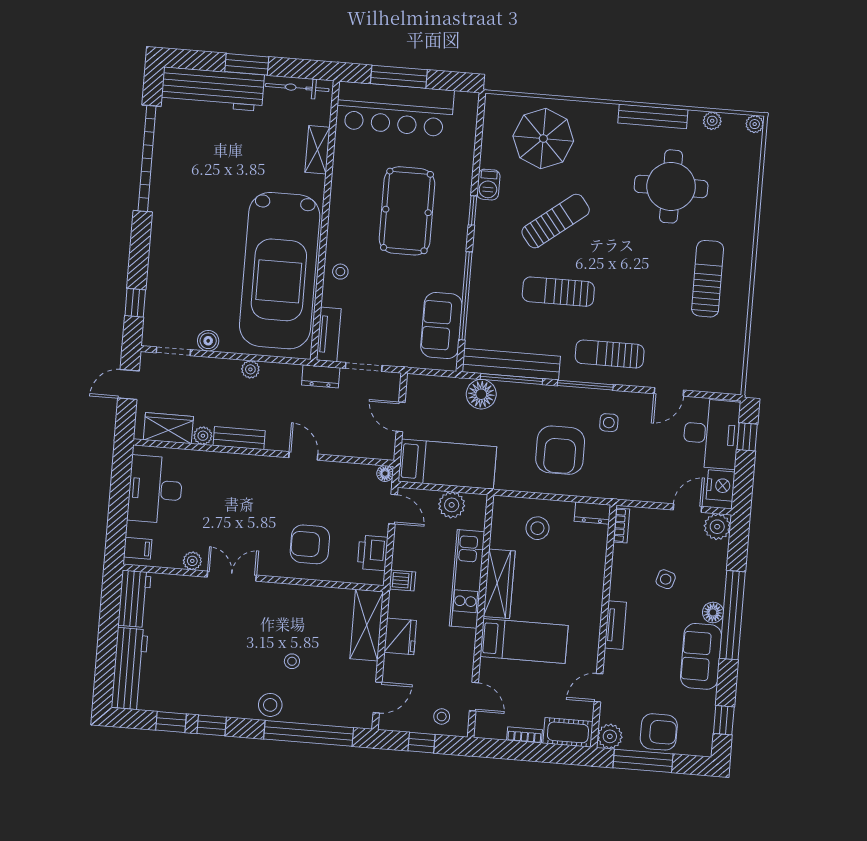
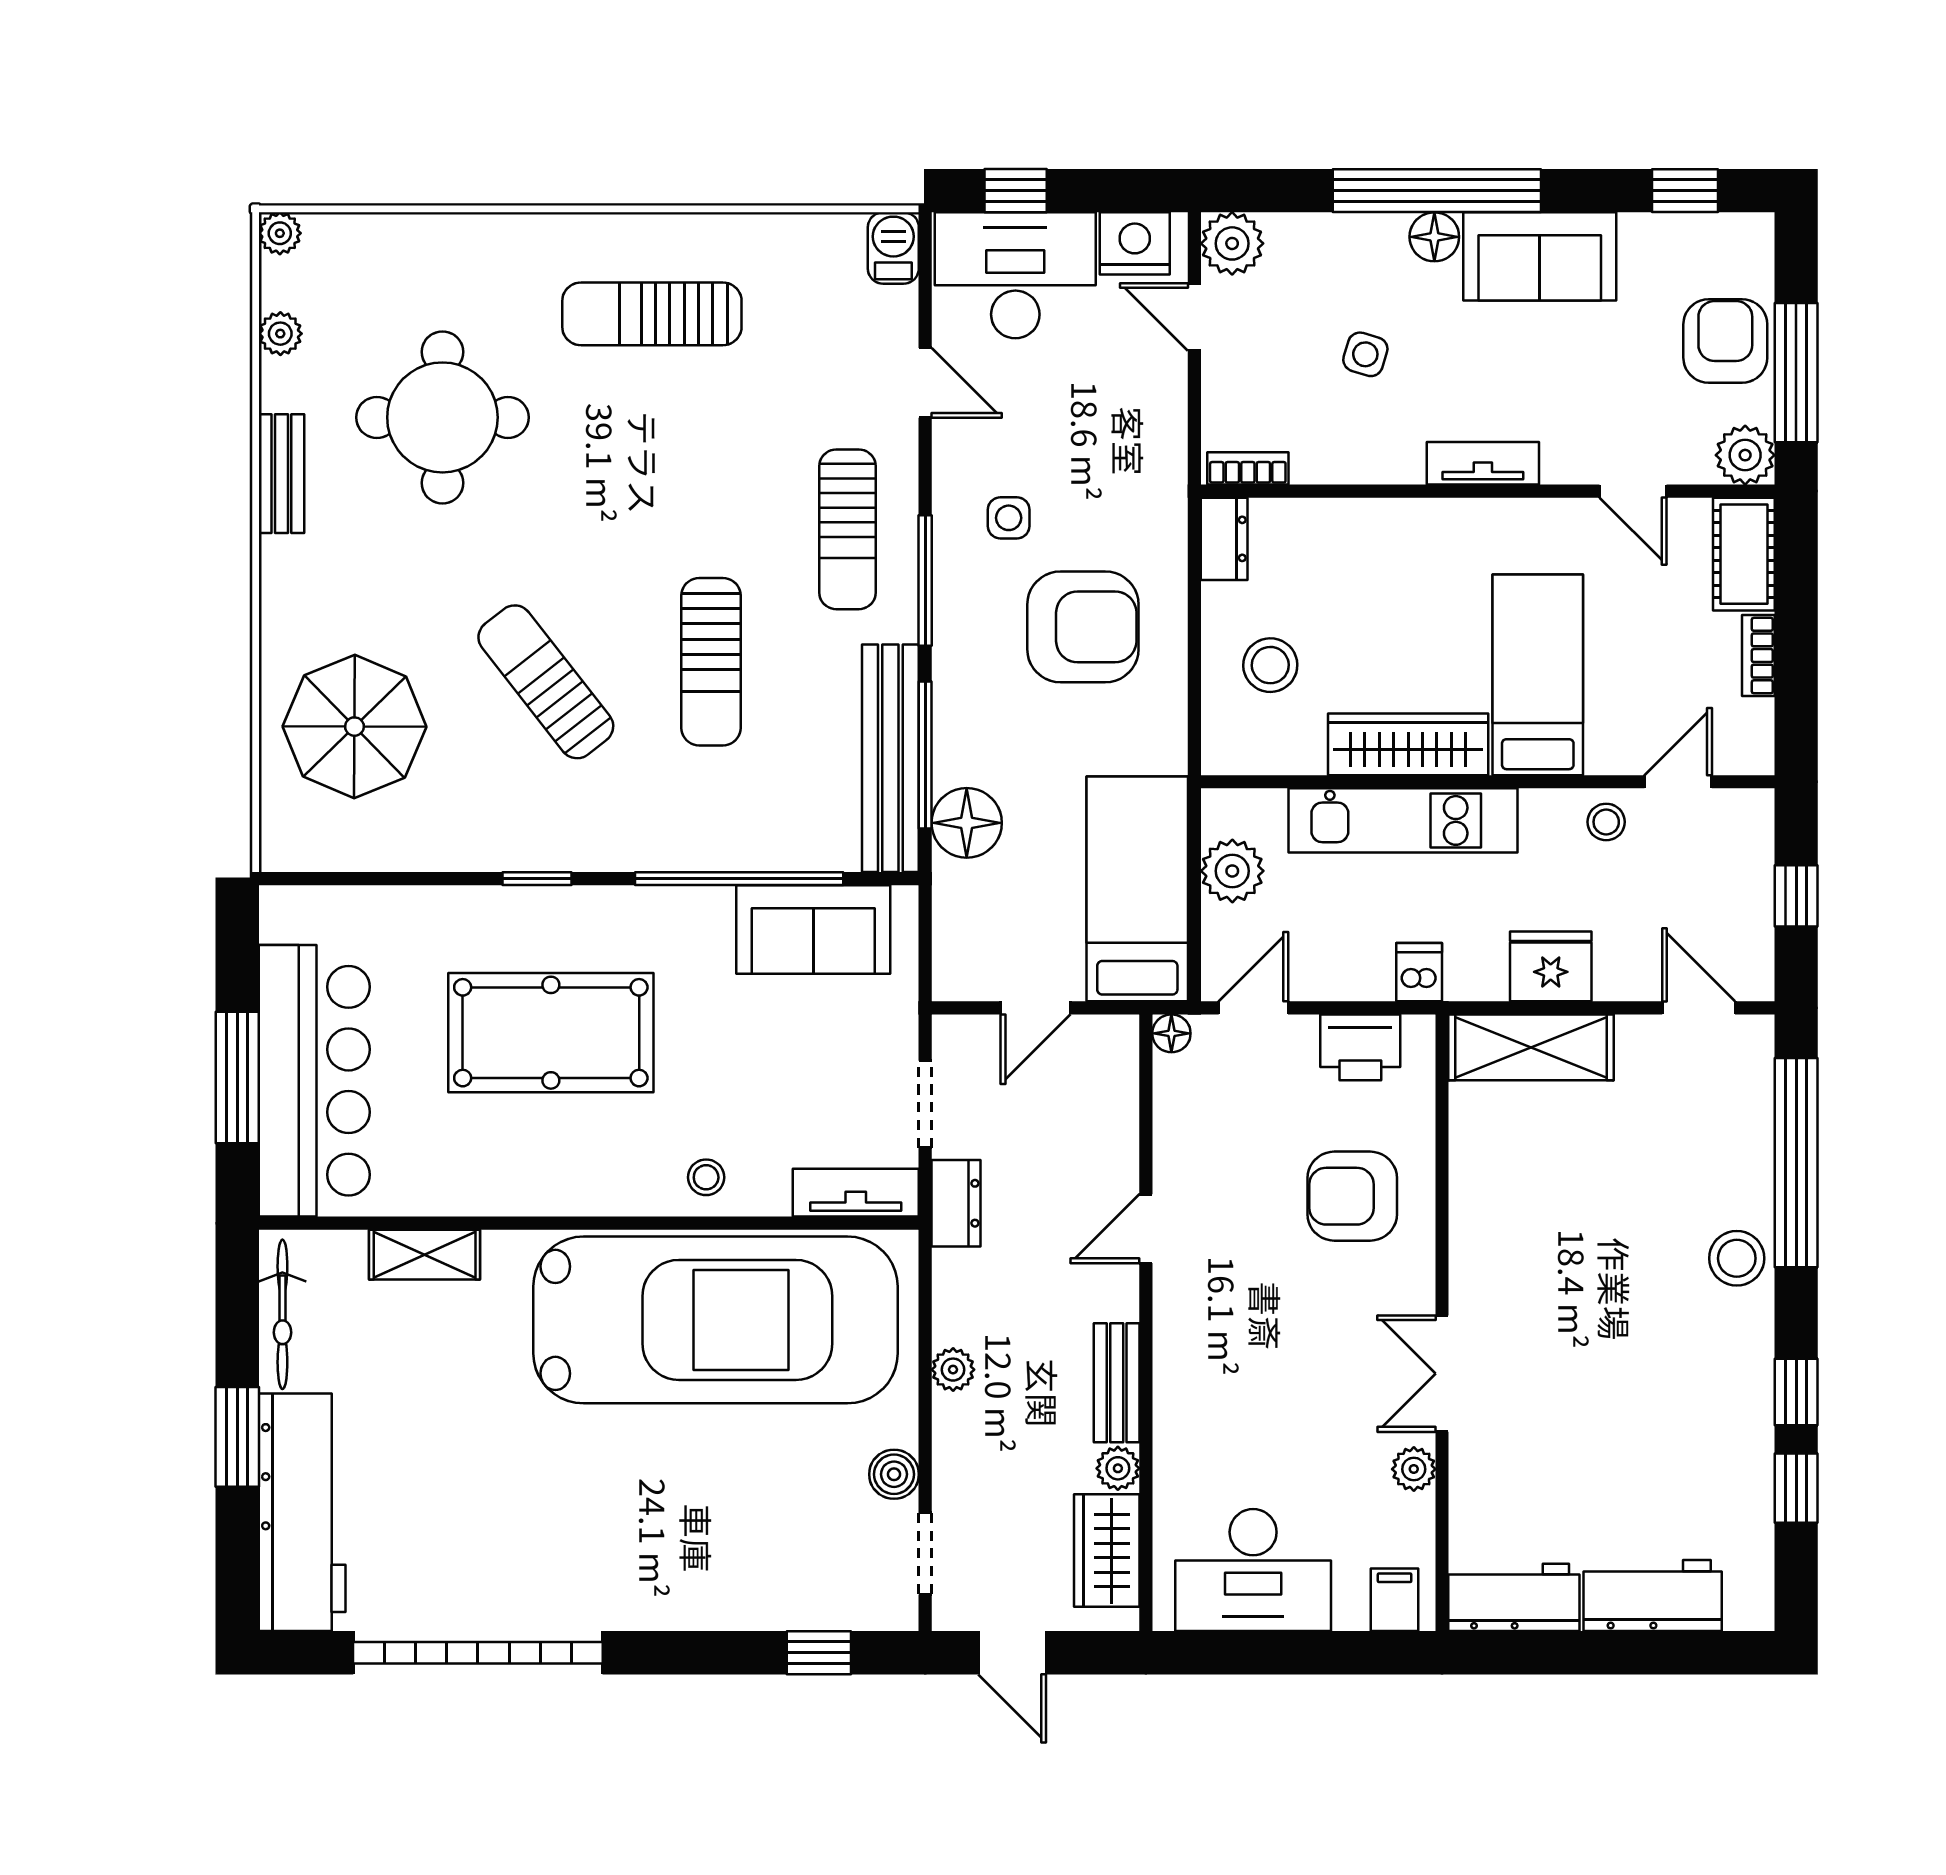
bench: (653, 116) -> (281, 474), width x0.73
barbecue: (488, 185) -> (893, 248), moved, turned -90
armchair: (310, 544) -> (1352, 1196), turned 90
stool: (292, 661) -> (1630, 1216), removed
workbench: (130, 669) -> (1653, 1596), width x0.73
stool: (442, 717) -> (1606, 822), moved

